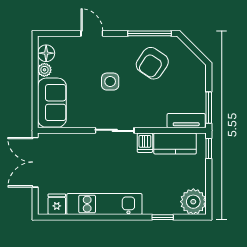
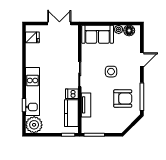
armchair: (152, 63) -> (123, 99), turned 146
tv unit: (186, 121) -> (86, 105), moved
double door: (35, 162) -> (59, 23), width x0.73
kitchen unit: (104, 204) -> (33, 92), moved

